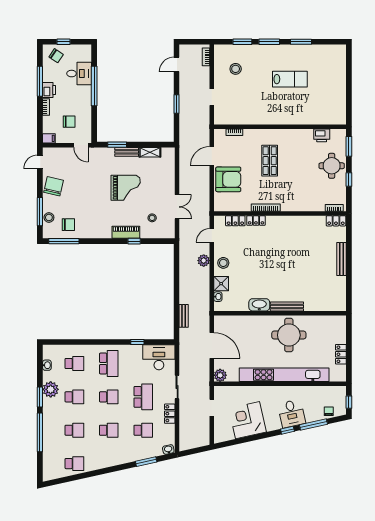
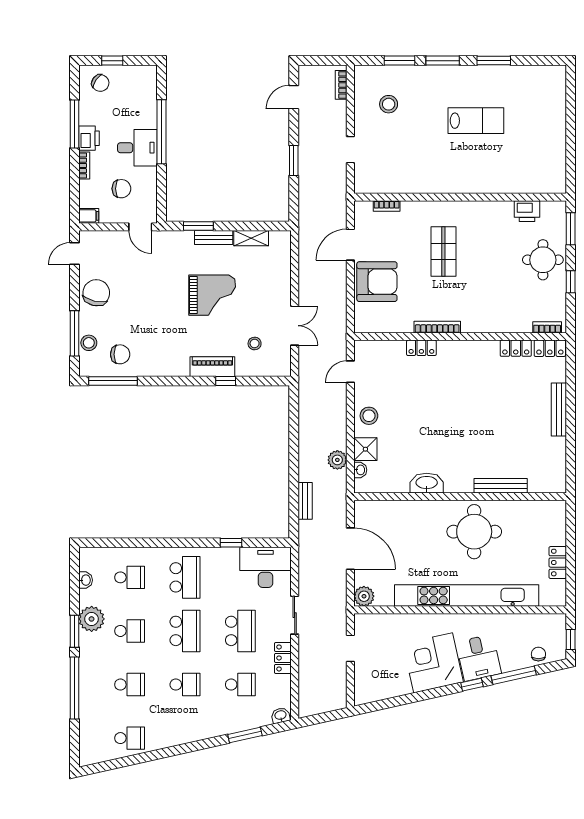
desk: (79, 74) -> (137, 148), moved
locker: (235, 221) -> (516, 348), moved
plant: (204, 261) -> (337, 460), moved
bench: (287, 306) -> (501, 486), moved
school desk: (109, 397) -> (185, 631), width x1.85
corner desk: (247, 420) -> (433, 663), moved

